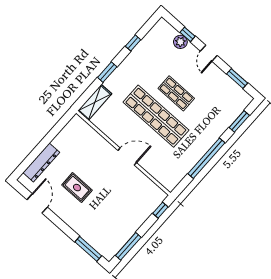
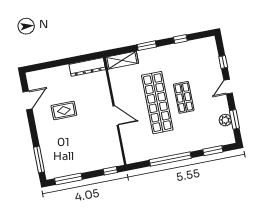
plant: (180, 42) -> (225, 120), moved
dresser: (41, 162) -> (87, 67), moved
rug: (77, 188) -> (64, 110), turned 90

